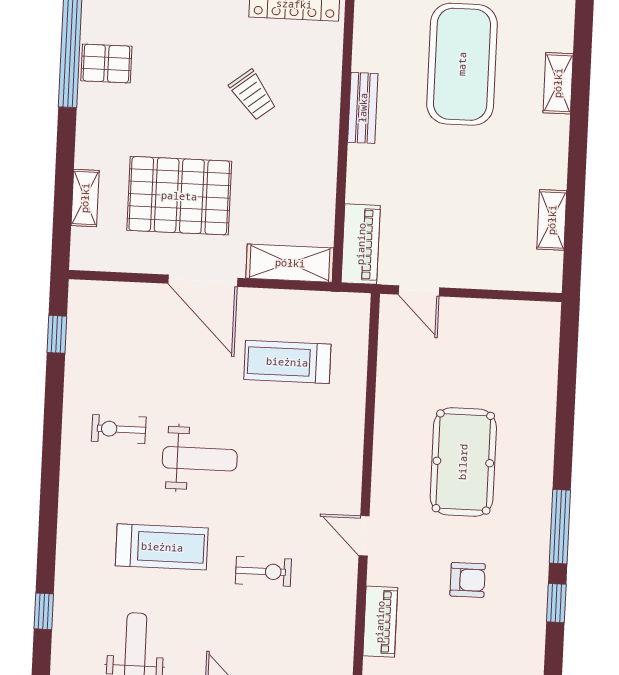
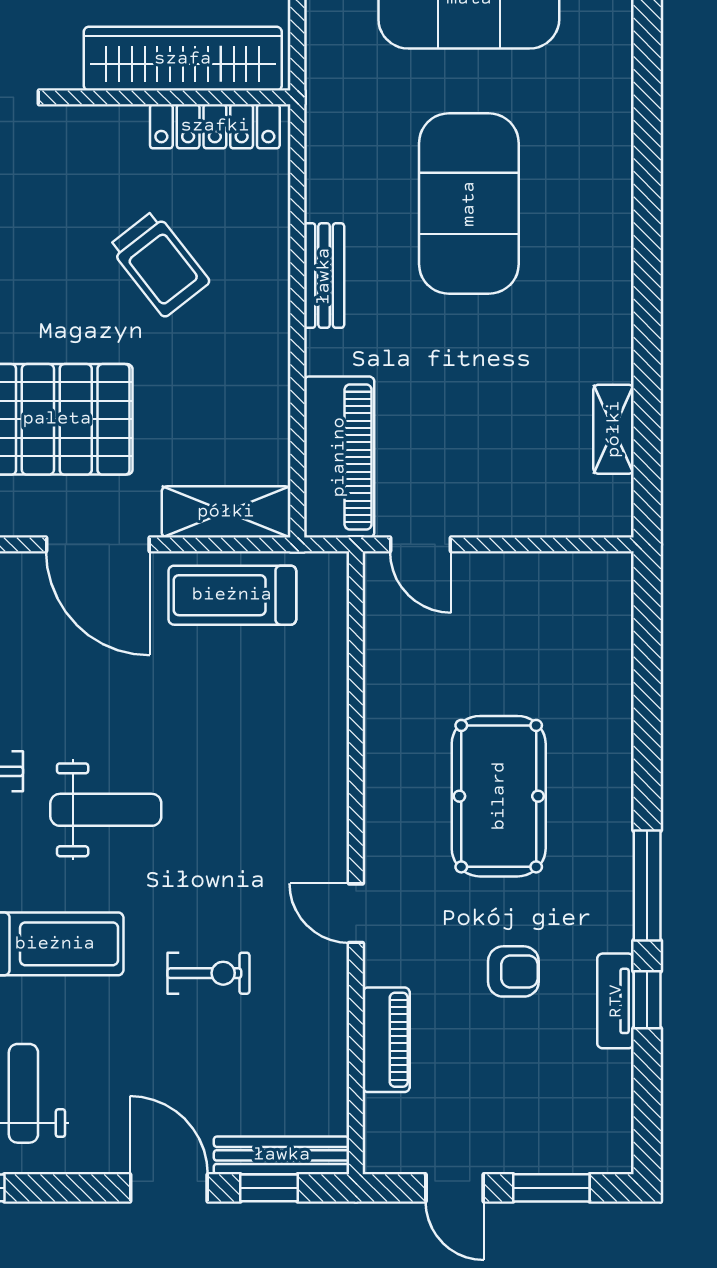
shelving: (558, 83) -> (613, 225), removed
trolley: (253, 95) -> (159, 264), width x1.36, depth x1.39
piano: (361, 244) -> (339, 457), width x1.37, depth x1.33
treadmill: (287, 362) -> (232, 595), moved
tv unit: (535, 603) -> (616, 1001), added

